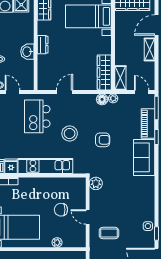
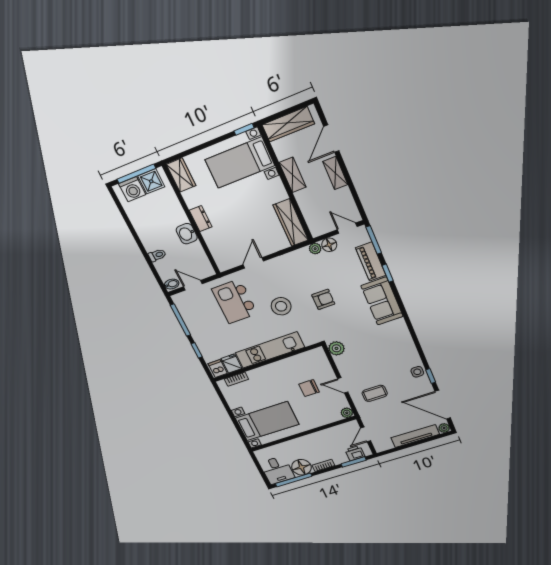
shelving: (120, 78) -> (293, 175), moved
floor lamp: (102, 99) -> (329, 245), moved
plant: (57, 242) -> (347, 413), moved

